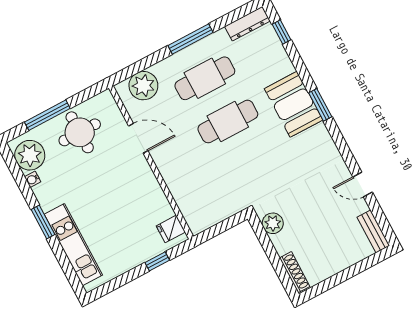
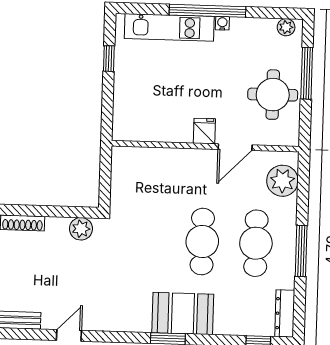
plant: (30, 155) -> (286, 27), width x0.53, depth x0.53
water cooler: (33, 179) -> (222, 23), moved
window: (43, 222) -> (207, 11), width x2.11
fridge: (171, 229) -> (204, 131), moved
window: (157, 261) -> (109, 59), moved

